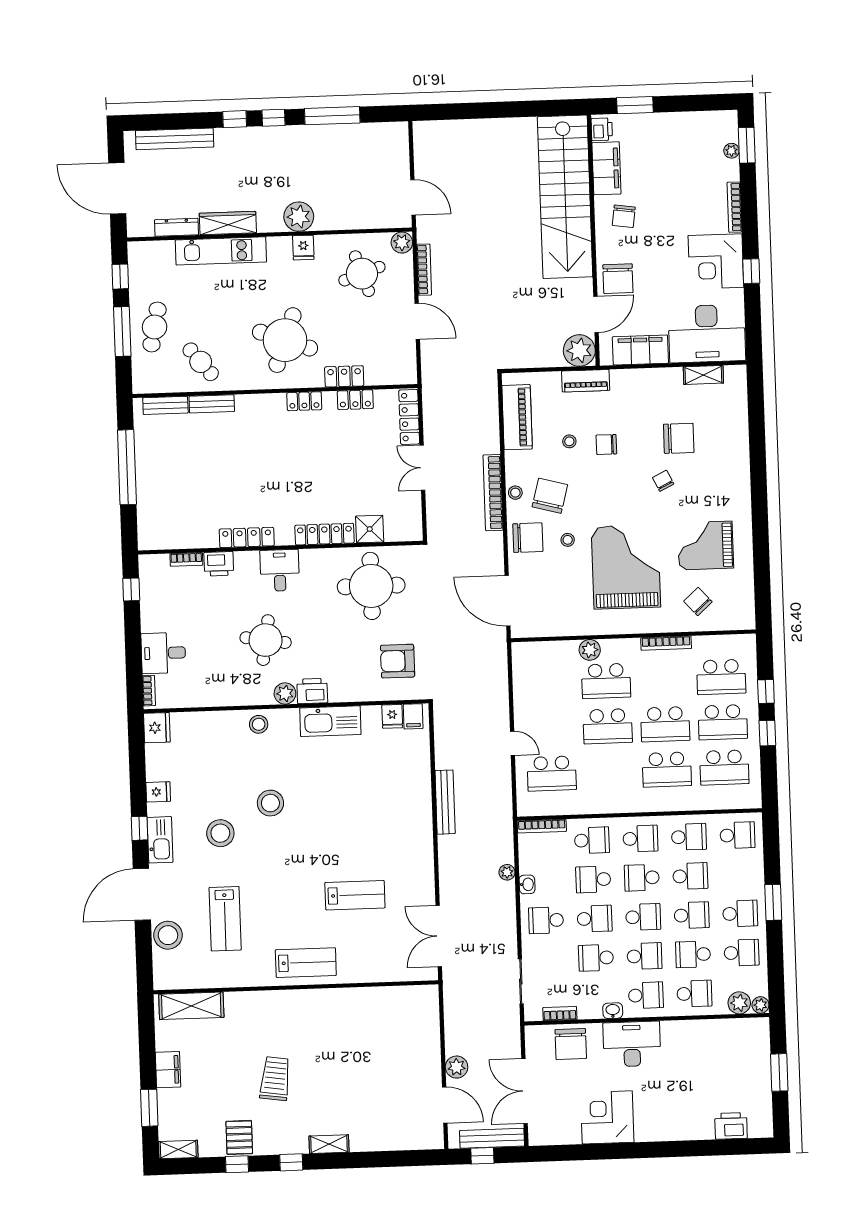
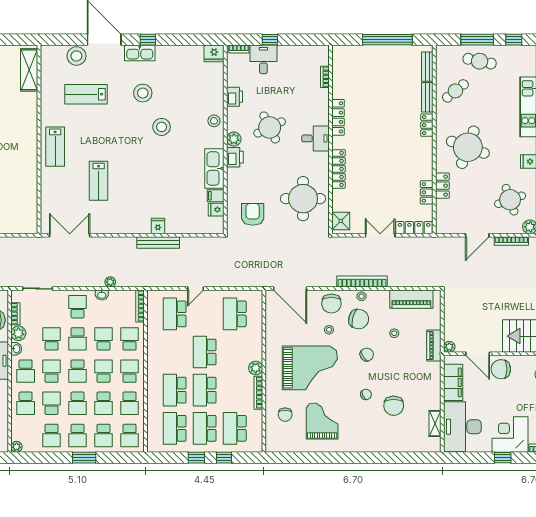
plant: (579, 350) -> (449, 347), width x0.53, depth x0.53
locker: (304, 401) -> (427, 125), moved
chair: (606, 445) -> (367, 355), moved, turned 55
shower: (370, 529) -> (341, 221), moved
printer: (219, 564) -> (235, 97), moved, turned 180
window: (131, 589) -> (270, 40), moved
door: (507, 601) -> (290, 289), swing flipped
chair: (698, 601) -> (285, 415), turned 132
round table: (266, 640) -> (270, 127), turned -35
plant: (590, 650) -> (256, 368), moved
school desk: (606, 681) -> (235, 314), moved
filing cabinet: (413, 716) -> (216, 196), moved
fridge: (158, 792) -> (158, 226), moved, turned 180
school desk: (640, 839) -> (130, 371), turned 180
school desk: (592, 840) -> (130, 339), turned 180
school desk: (739, 874) -> (104, 435), added
school desk: (644, 956) -> (52, 371), turned 180
plant: (739, 1003) -> (18, 333), moved

